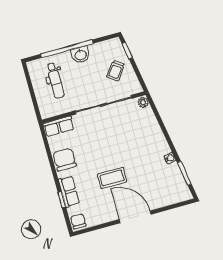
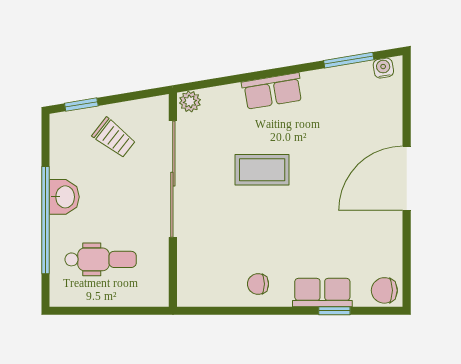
row of seats: (59, 126) -> (272, 91), moved, turned 81
water cooler: (170, 158) -> (383, 68), moved
chair: (65, 159) -> (258, 284), width x0.54, depth x0.54
coffee table: (112, 178) -> (262, 170), moved, turned 90

